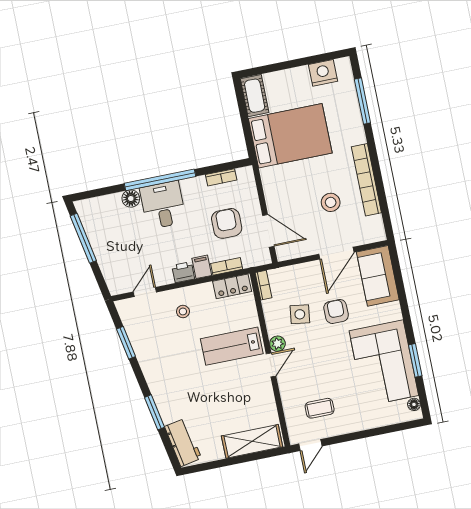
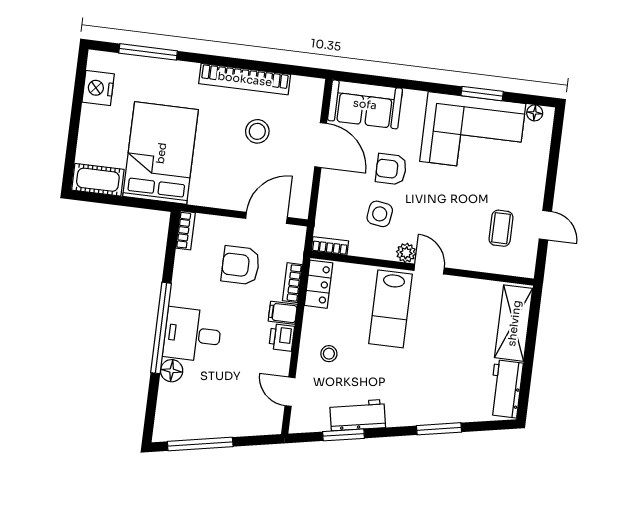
bookcase: (221, 177) -> (186, 230), moved
workbench: (144, 348) -> (358, 415), added
workbench: (183, 442) -> (506, 389), moved, turned -79
door: (310, 445) -> (545, 225), moved

